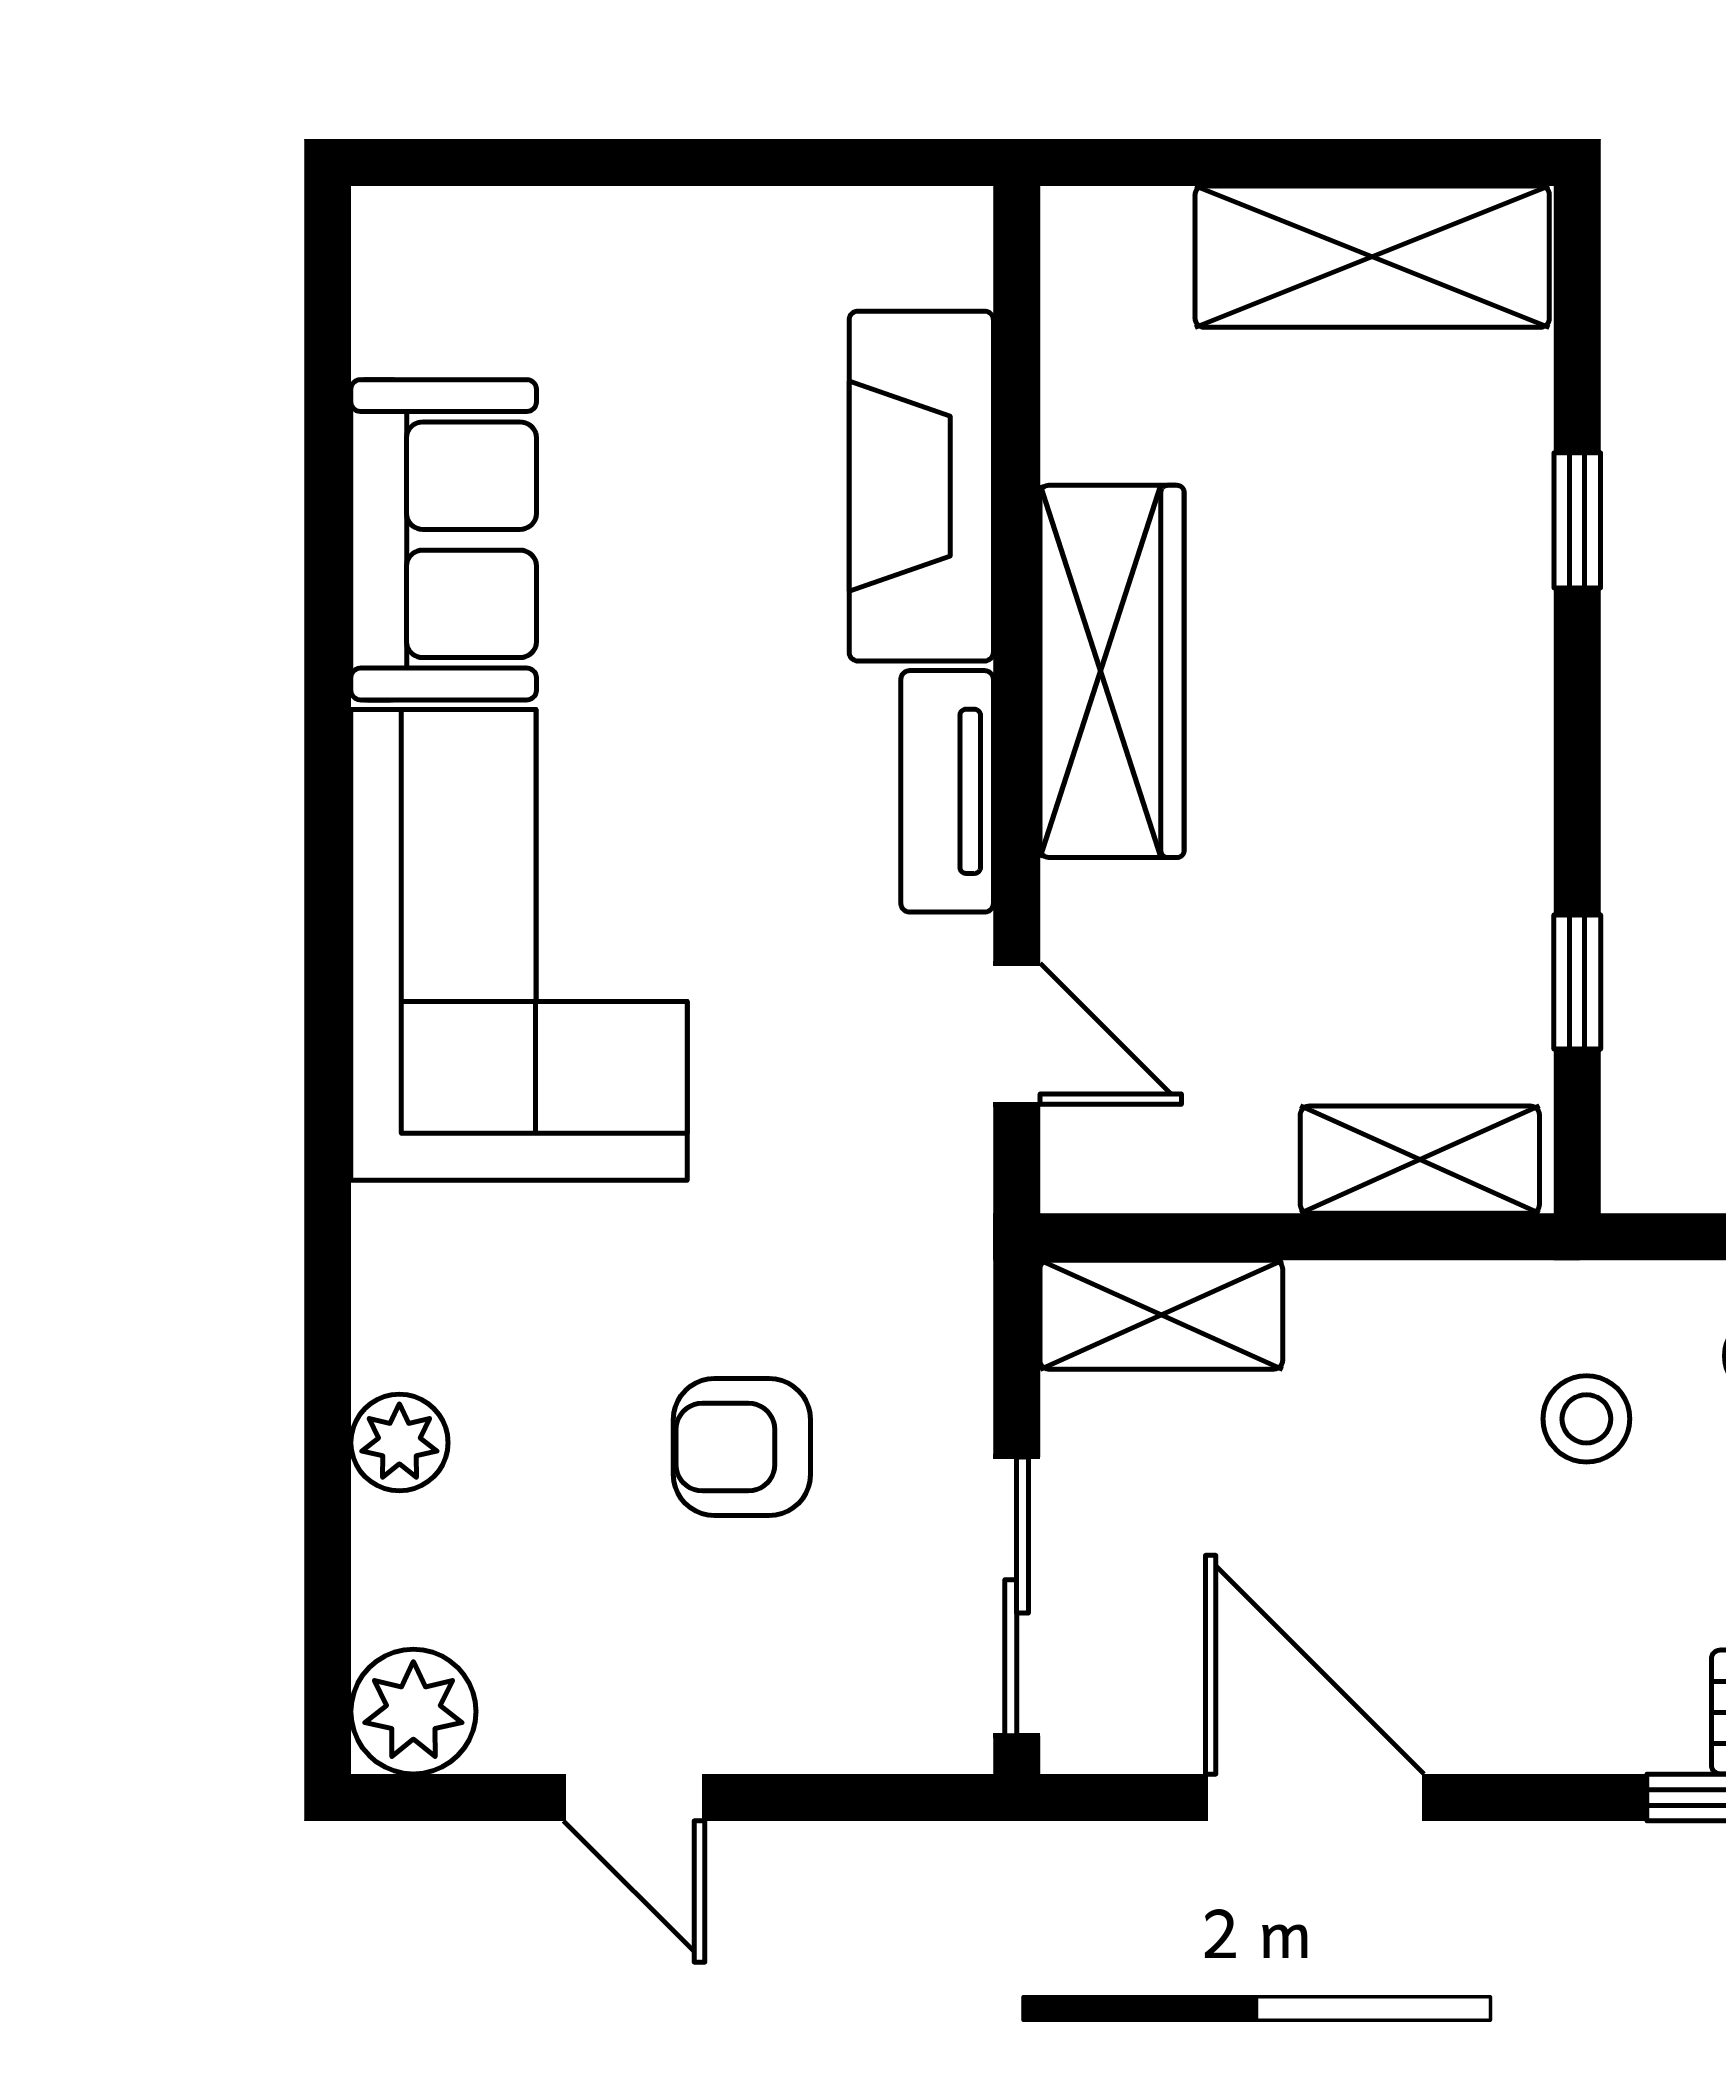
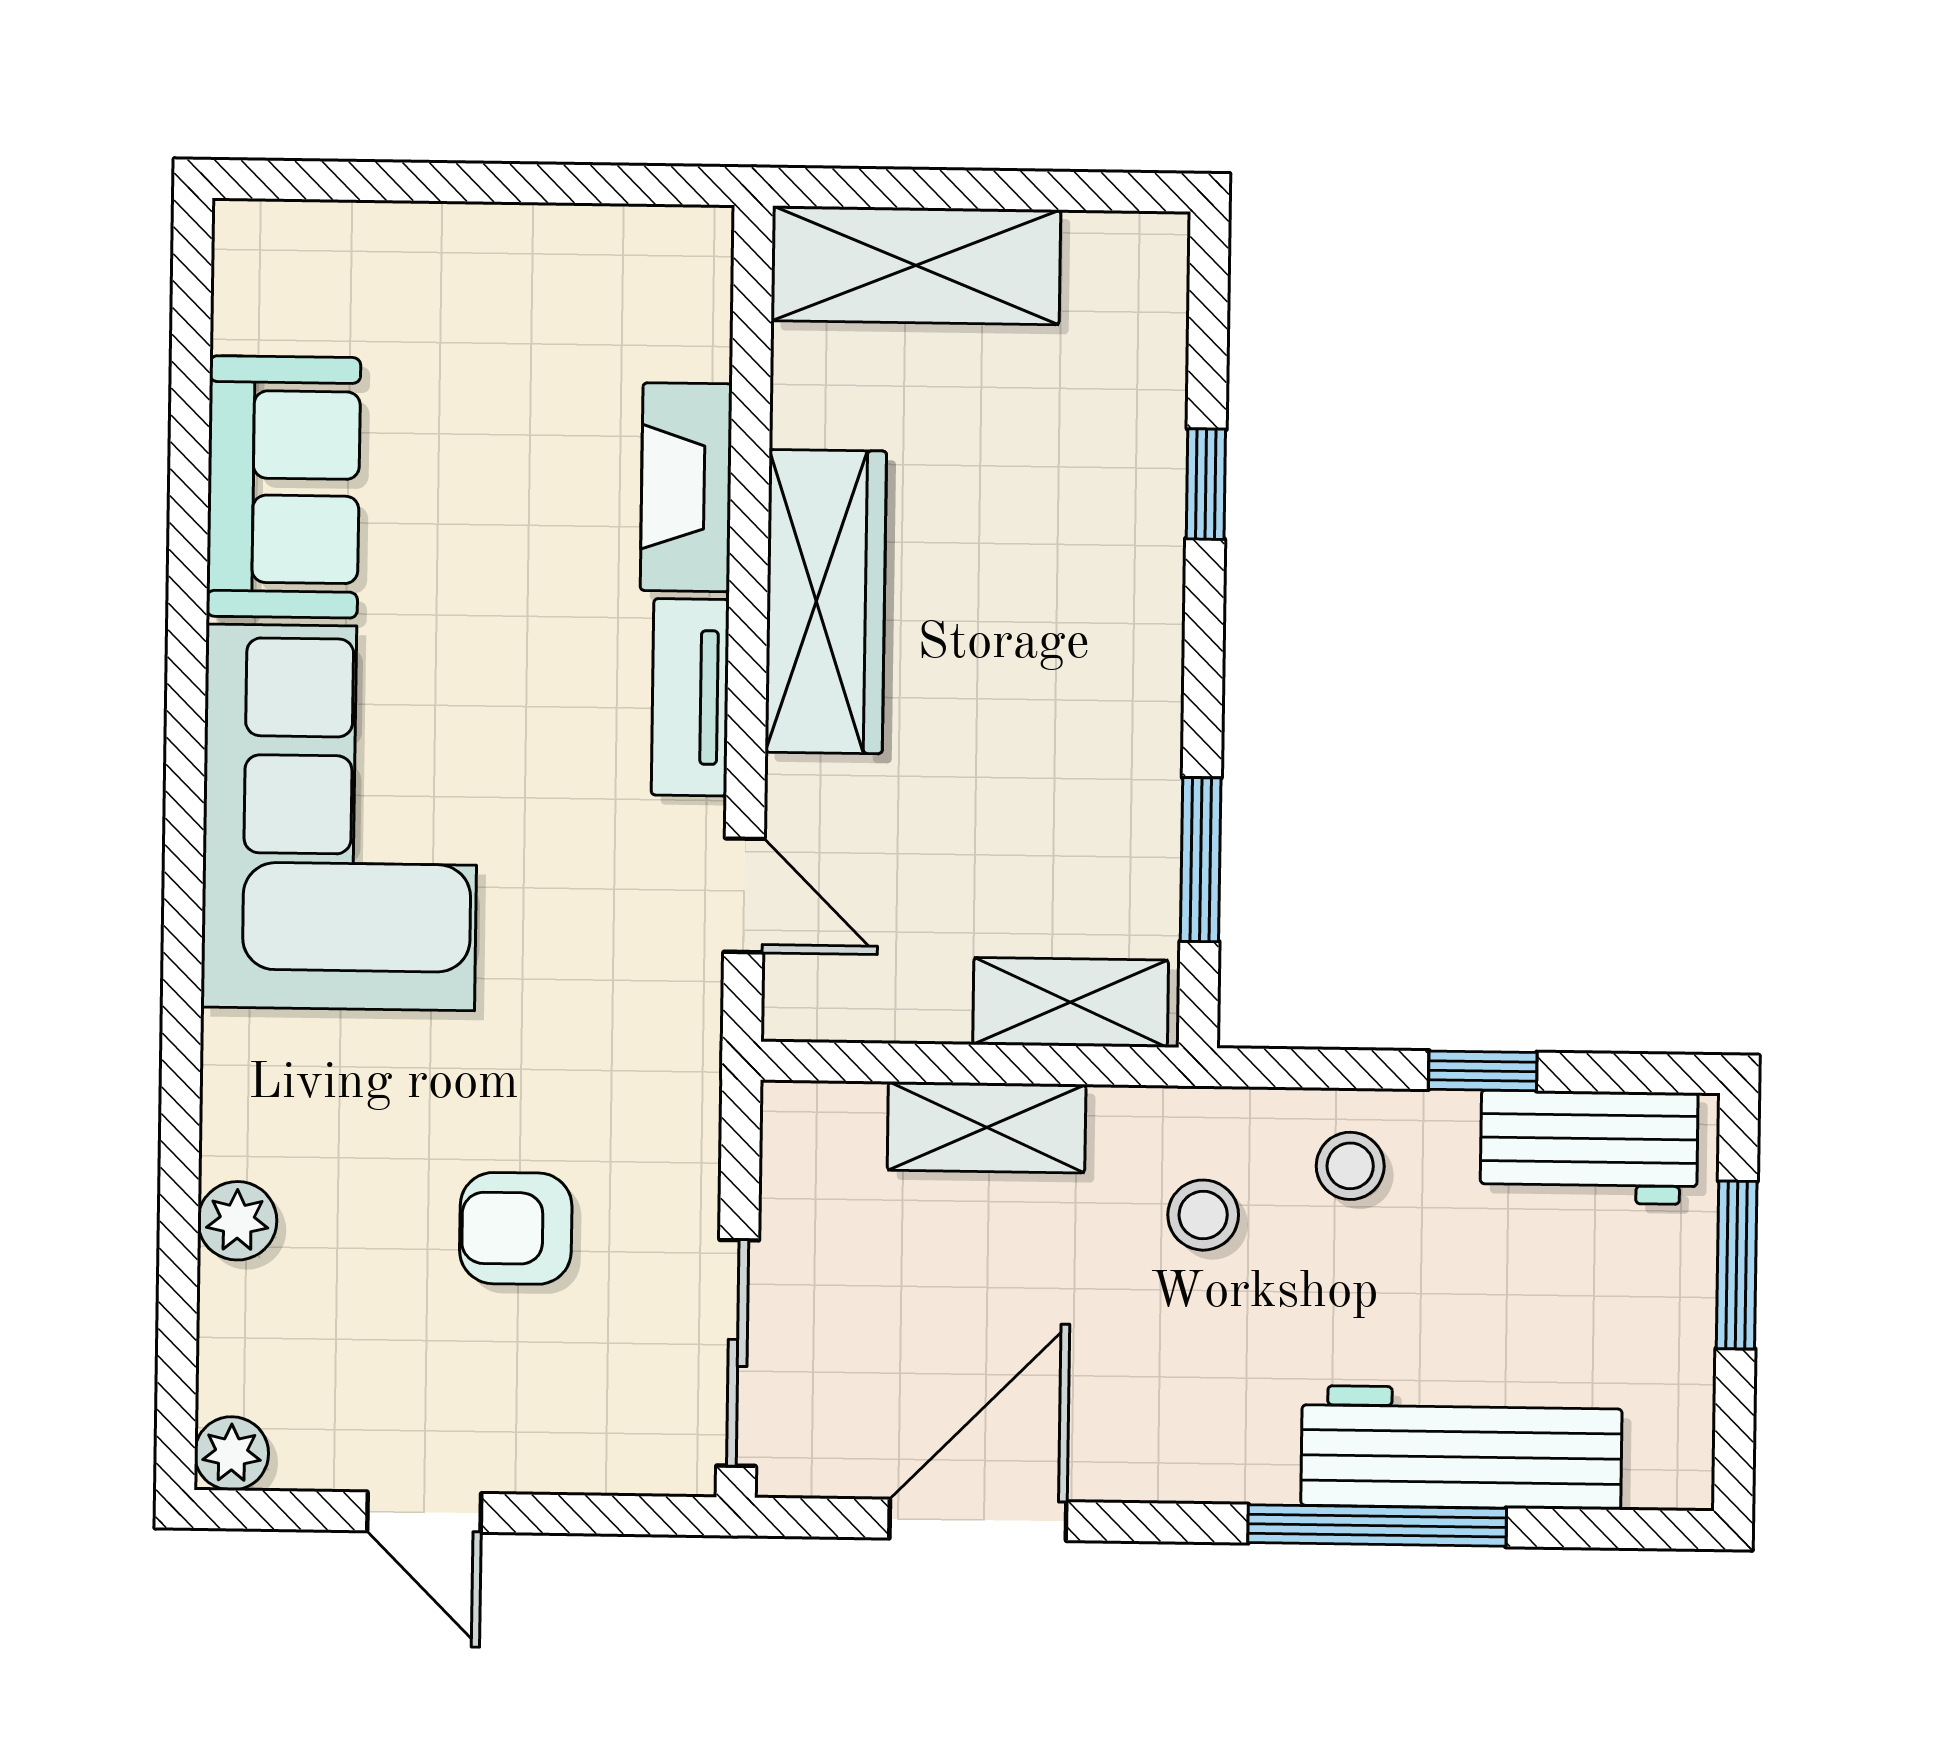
shelving: (1372, 257) -> (916, 265), moved
fireplace: (921, 486) -> (686, 487), width x0.73, depth x0.76
window: (1577, 982) -> (1201, 860), width x1.50
shelving: (1161, 1315) -> (987, 1127), moved
plant: (413, 1712) -> (232, 1454), width x0.73, depth x0.73
door: (1315, 1797) -> (978, 1520), hinge flipped

